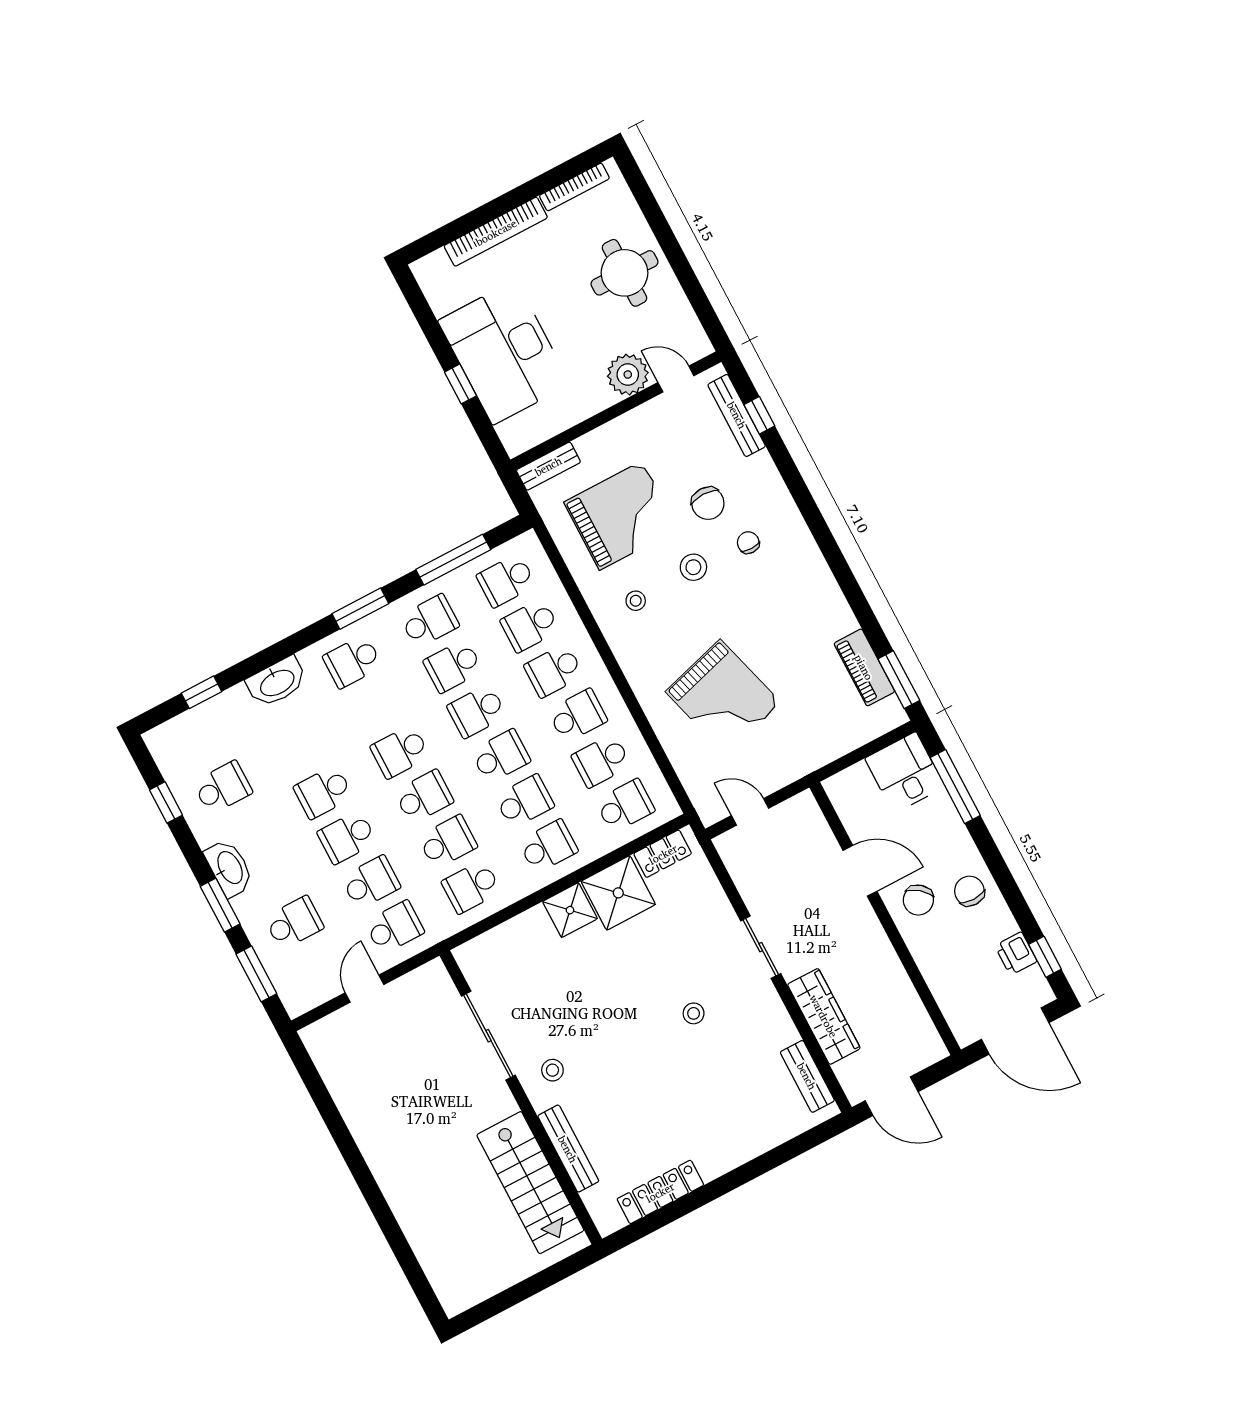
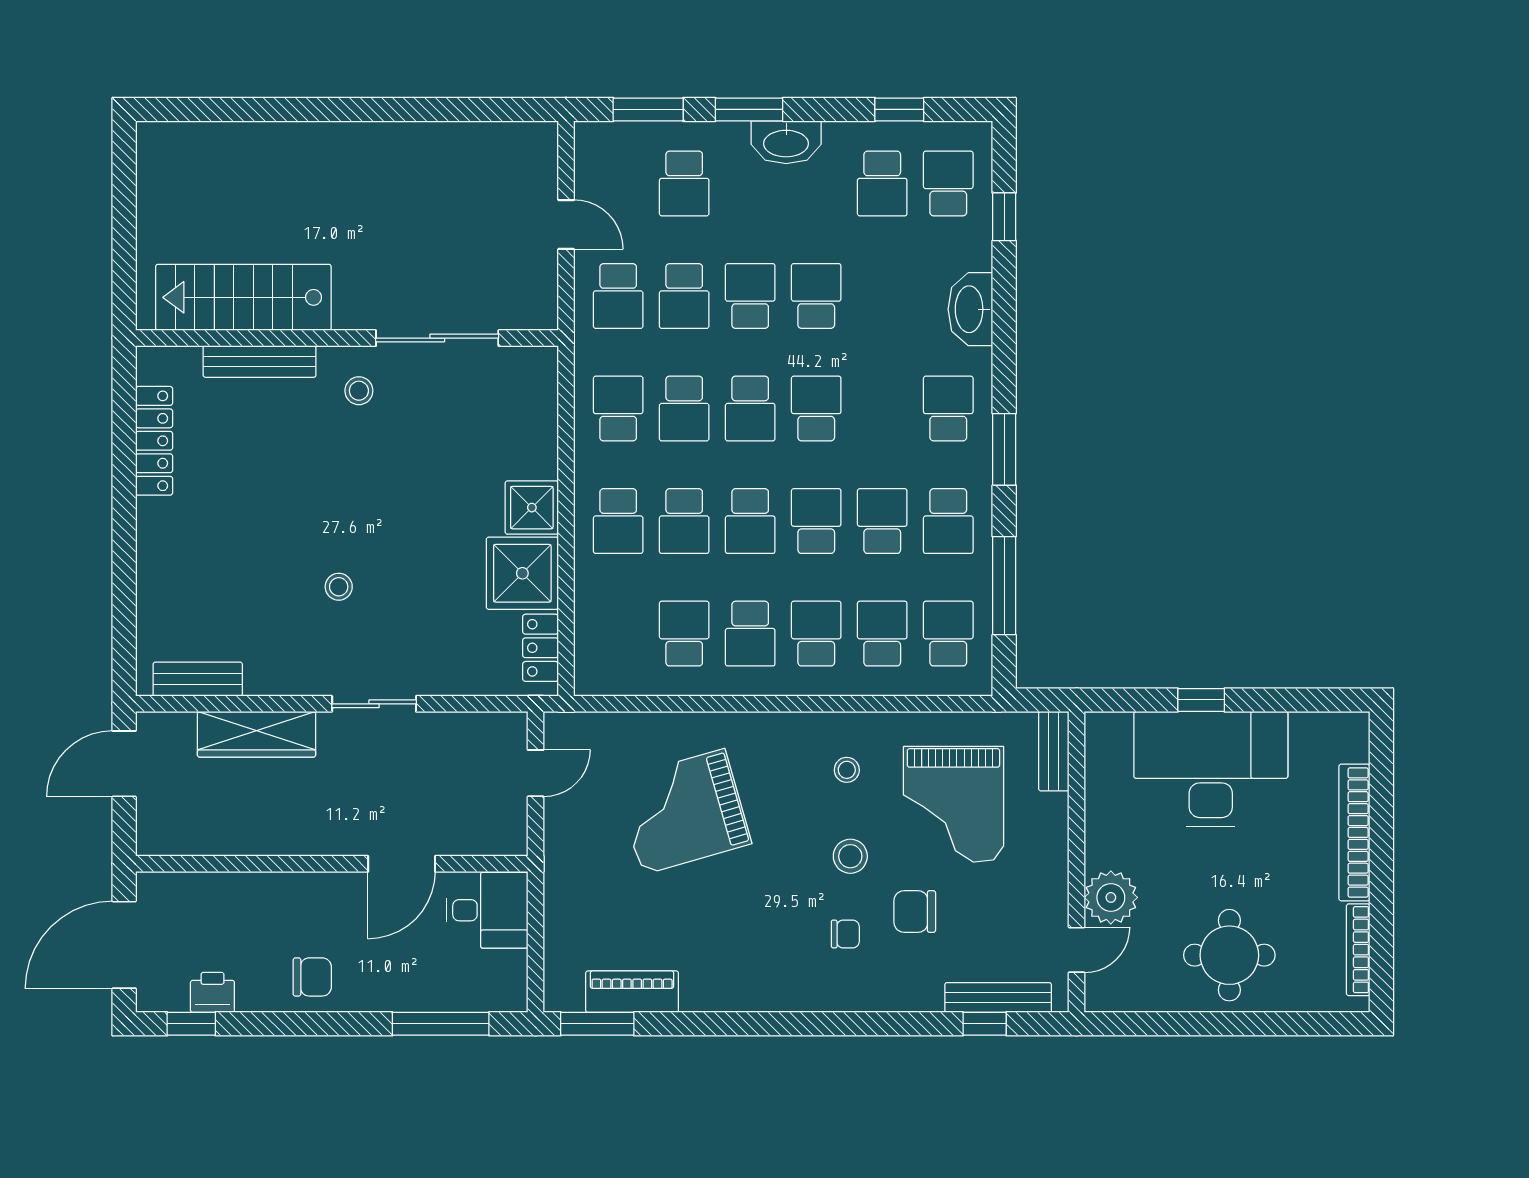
desk: (905, 773) -> (487, 910), moved
school desk: (625, 806) -> (948, 183), moved, turned 180
chair: (918, 900) -> (333, 913), removed

